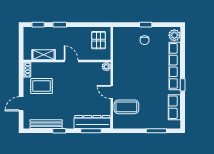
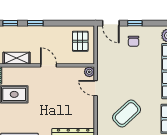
door: (125, 25) -> (111, 23), added
door: (112, 92) -> (96, 88), moved
coffee table: (126, 107) -> (127, 114), moved, turned -43

